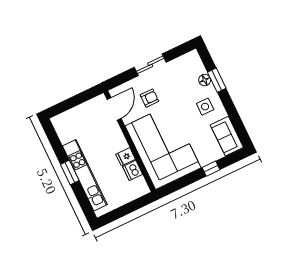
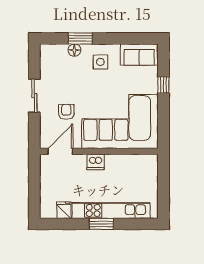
door: (114, 109) -> (60, 151), hinge flipped
fridge: (126, 157) -> (64, 210), moved, turned 180
dishwasher: (133, 170) -> (96, 162), moved

